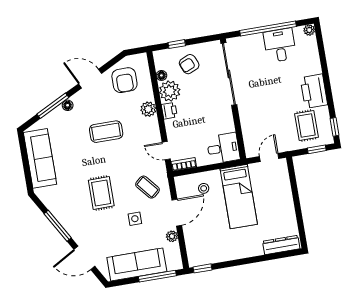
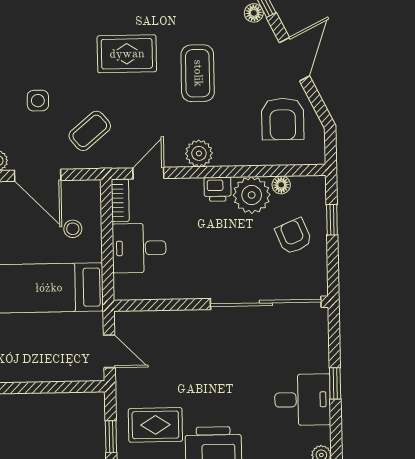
window: (268, 28) -> (335, 383), width x0.32
armchair: (124, 80) -> (283, 119), turned -90
plant: (148, 109) -> (199, 153), moved
desk: (223, 148) -> (139, 248), moved, turned 90
rug: (101, 193) -> (127, 54), moved

